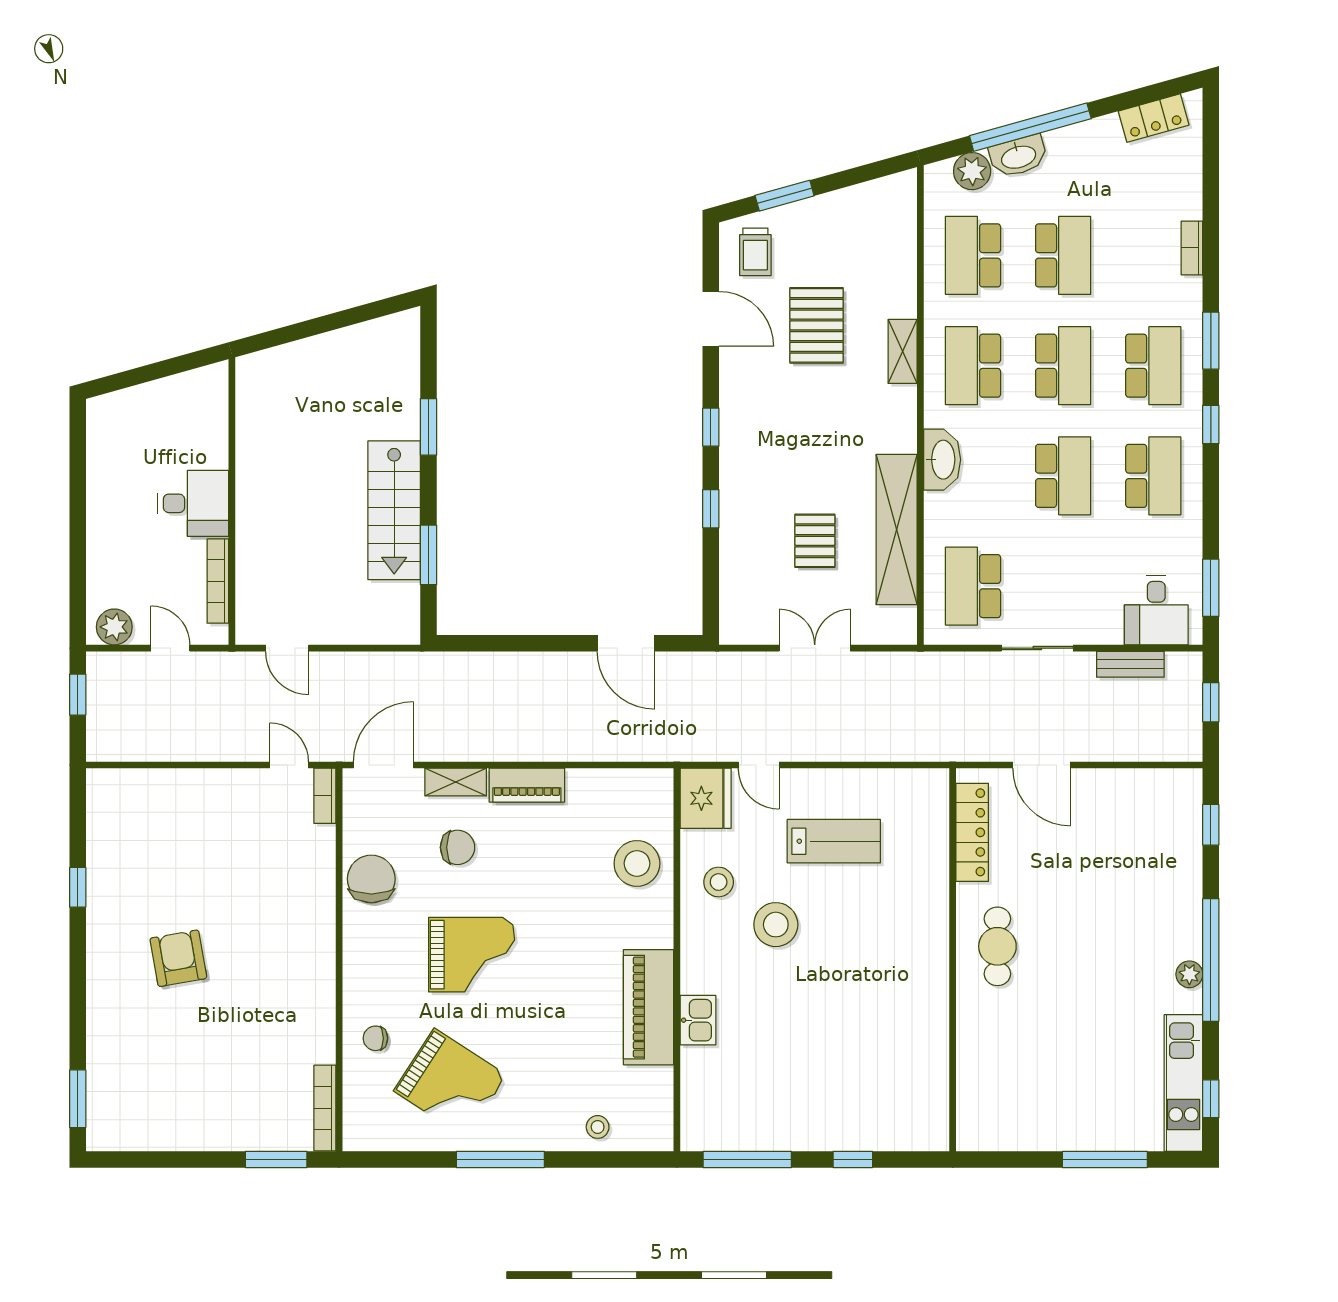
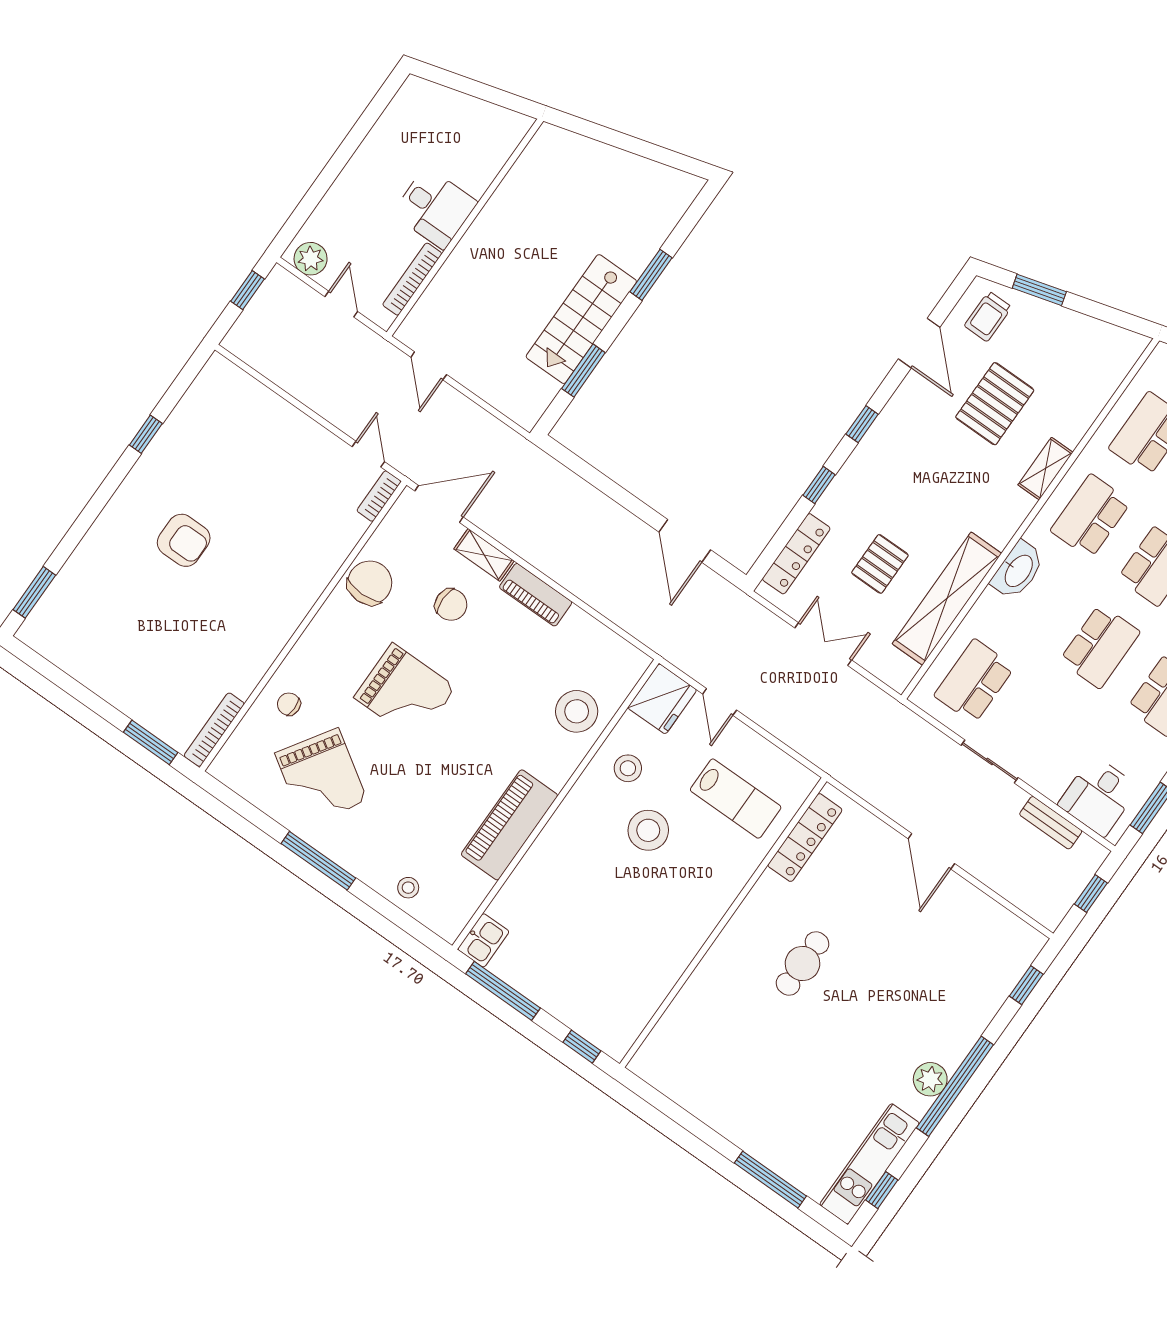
locker: (734, 584) -> (796, 554), added
locker: (972, 832) -> (805, 838), moved
armchair: (178, 958) -> (184, 540), turned 100
wall: (953, 960) -> (723, 923), moved
plant: (1189, 974) -> (930, 1079), width x1.38, depth x1.38
kitchen sink: (698, 1020) -> (483, 940), moved

